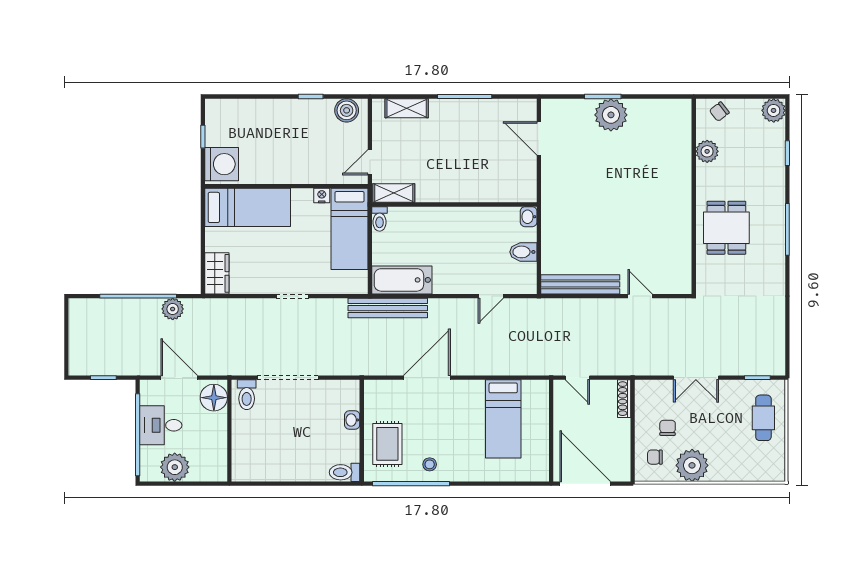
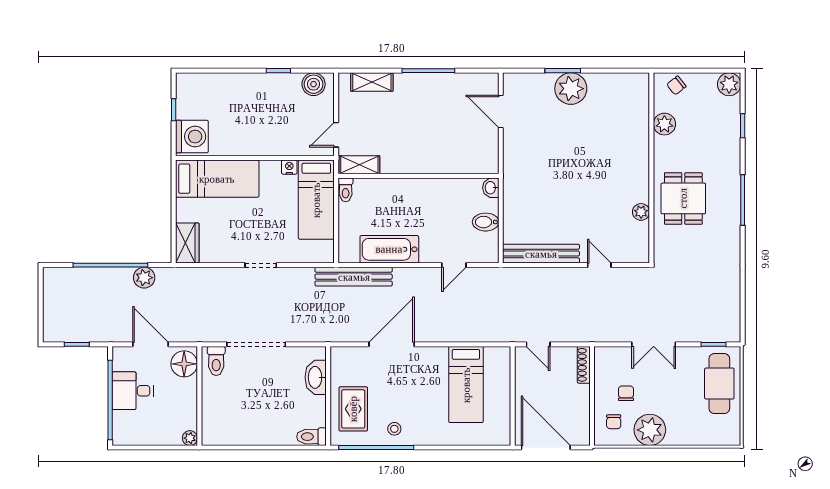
plant: (683, 242) -> (641, 212), added
bathtub: (402, 280) -> (389, 249), moved
cafe table: (763, 418) -> (719, 384), width x1.37, depth x1.35
washbasin: (352, 420) -> (316, 377), width x1.91, depth x1.45
chair: (655, 457) -> (614, 422), turned -90
plant: (175, 467) -> (190, 438), moved, width x0.53, depth x0.53

